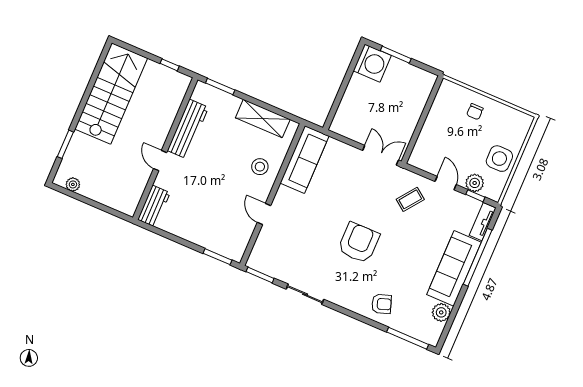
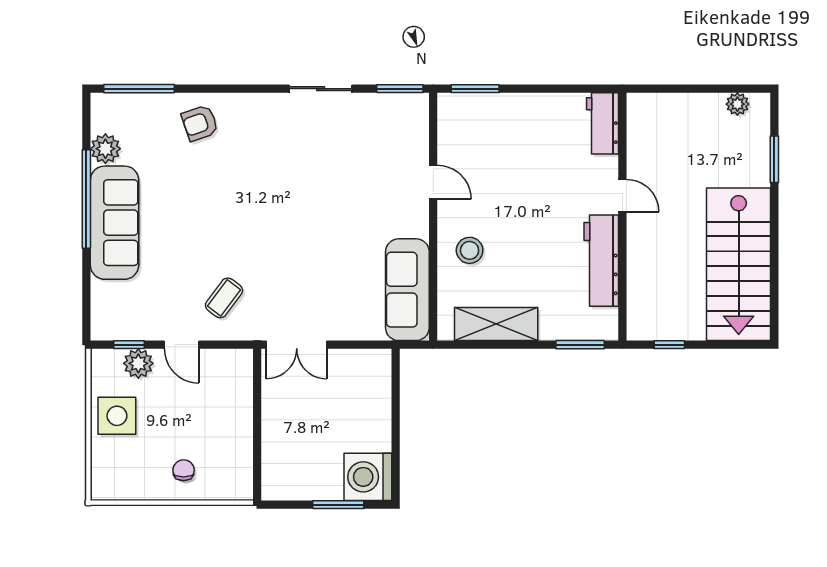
tv unit: (483, 222) -> (102, 311), removed
armchair: (359, 243) -> (273, 200), removed
window: (478, 257) -> (86, 199), moved

